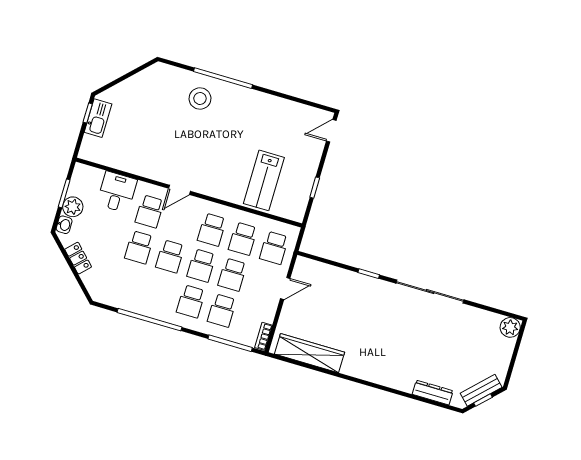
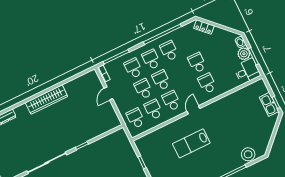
stool: (200, 98) -> (248, 154), moved
lab bench: (264, 180) -> (191, 143), moved, turned -90
door: (179, 190) -> (193, 110), moved
desk: (117, 192) -> (247, 71), moved, turned -90
school desk: (170, 256) -> (169, 51), moved
locker: (78, 258) -> (204, 27), moved
door: (285, 288) -> (108, 93), moved
wardrobe: (310, 353) -> (46, 99), moved

